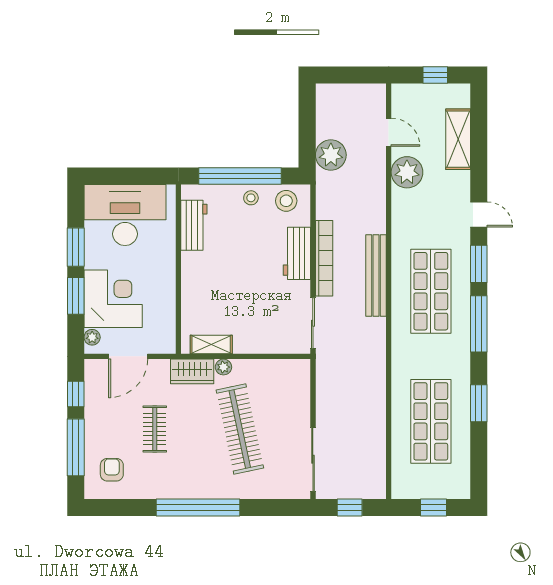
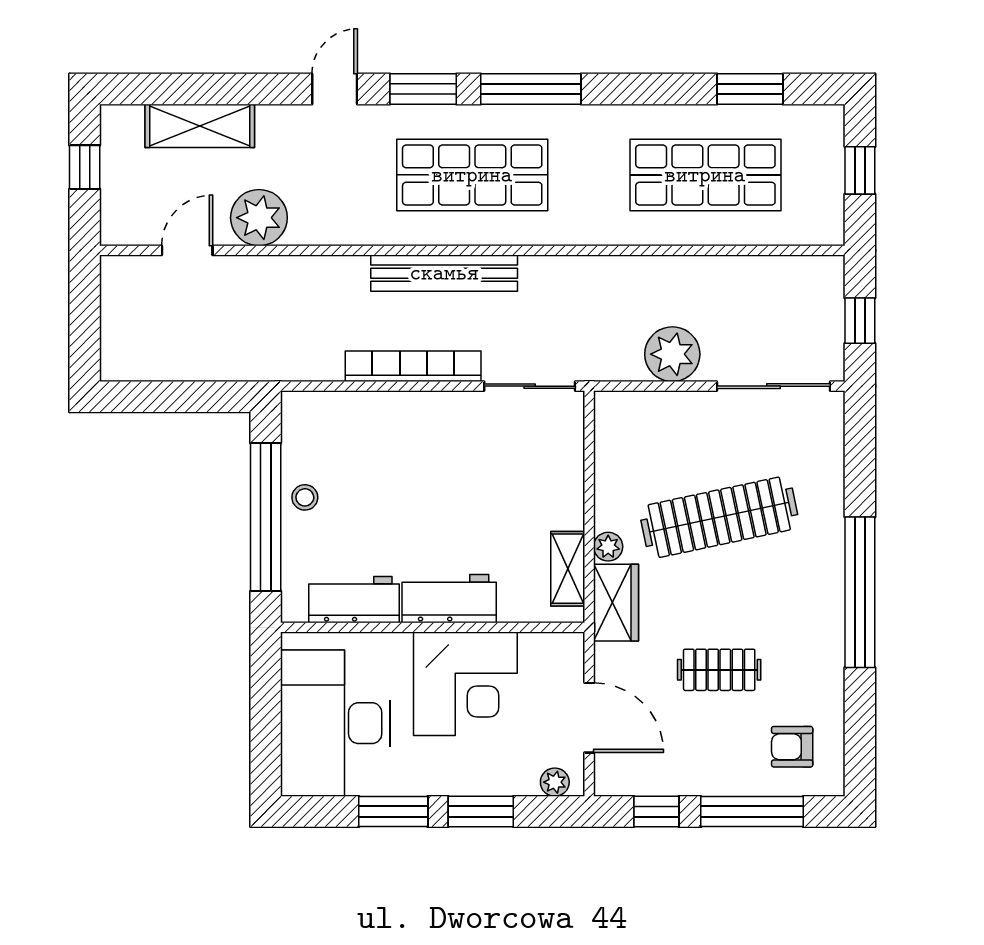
plant: (331, 155) -> (672, 354), moved
stool: (286, 201) -> (310, 434), removed
workbench: (297, 253) -> (449, 599), moved, turned 180
corner desk: (113, 299) -> (465, 684), moved, turned 180
window: (479, 403) -> (750, 89), moved

